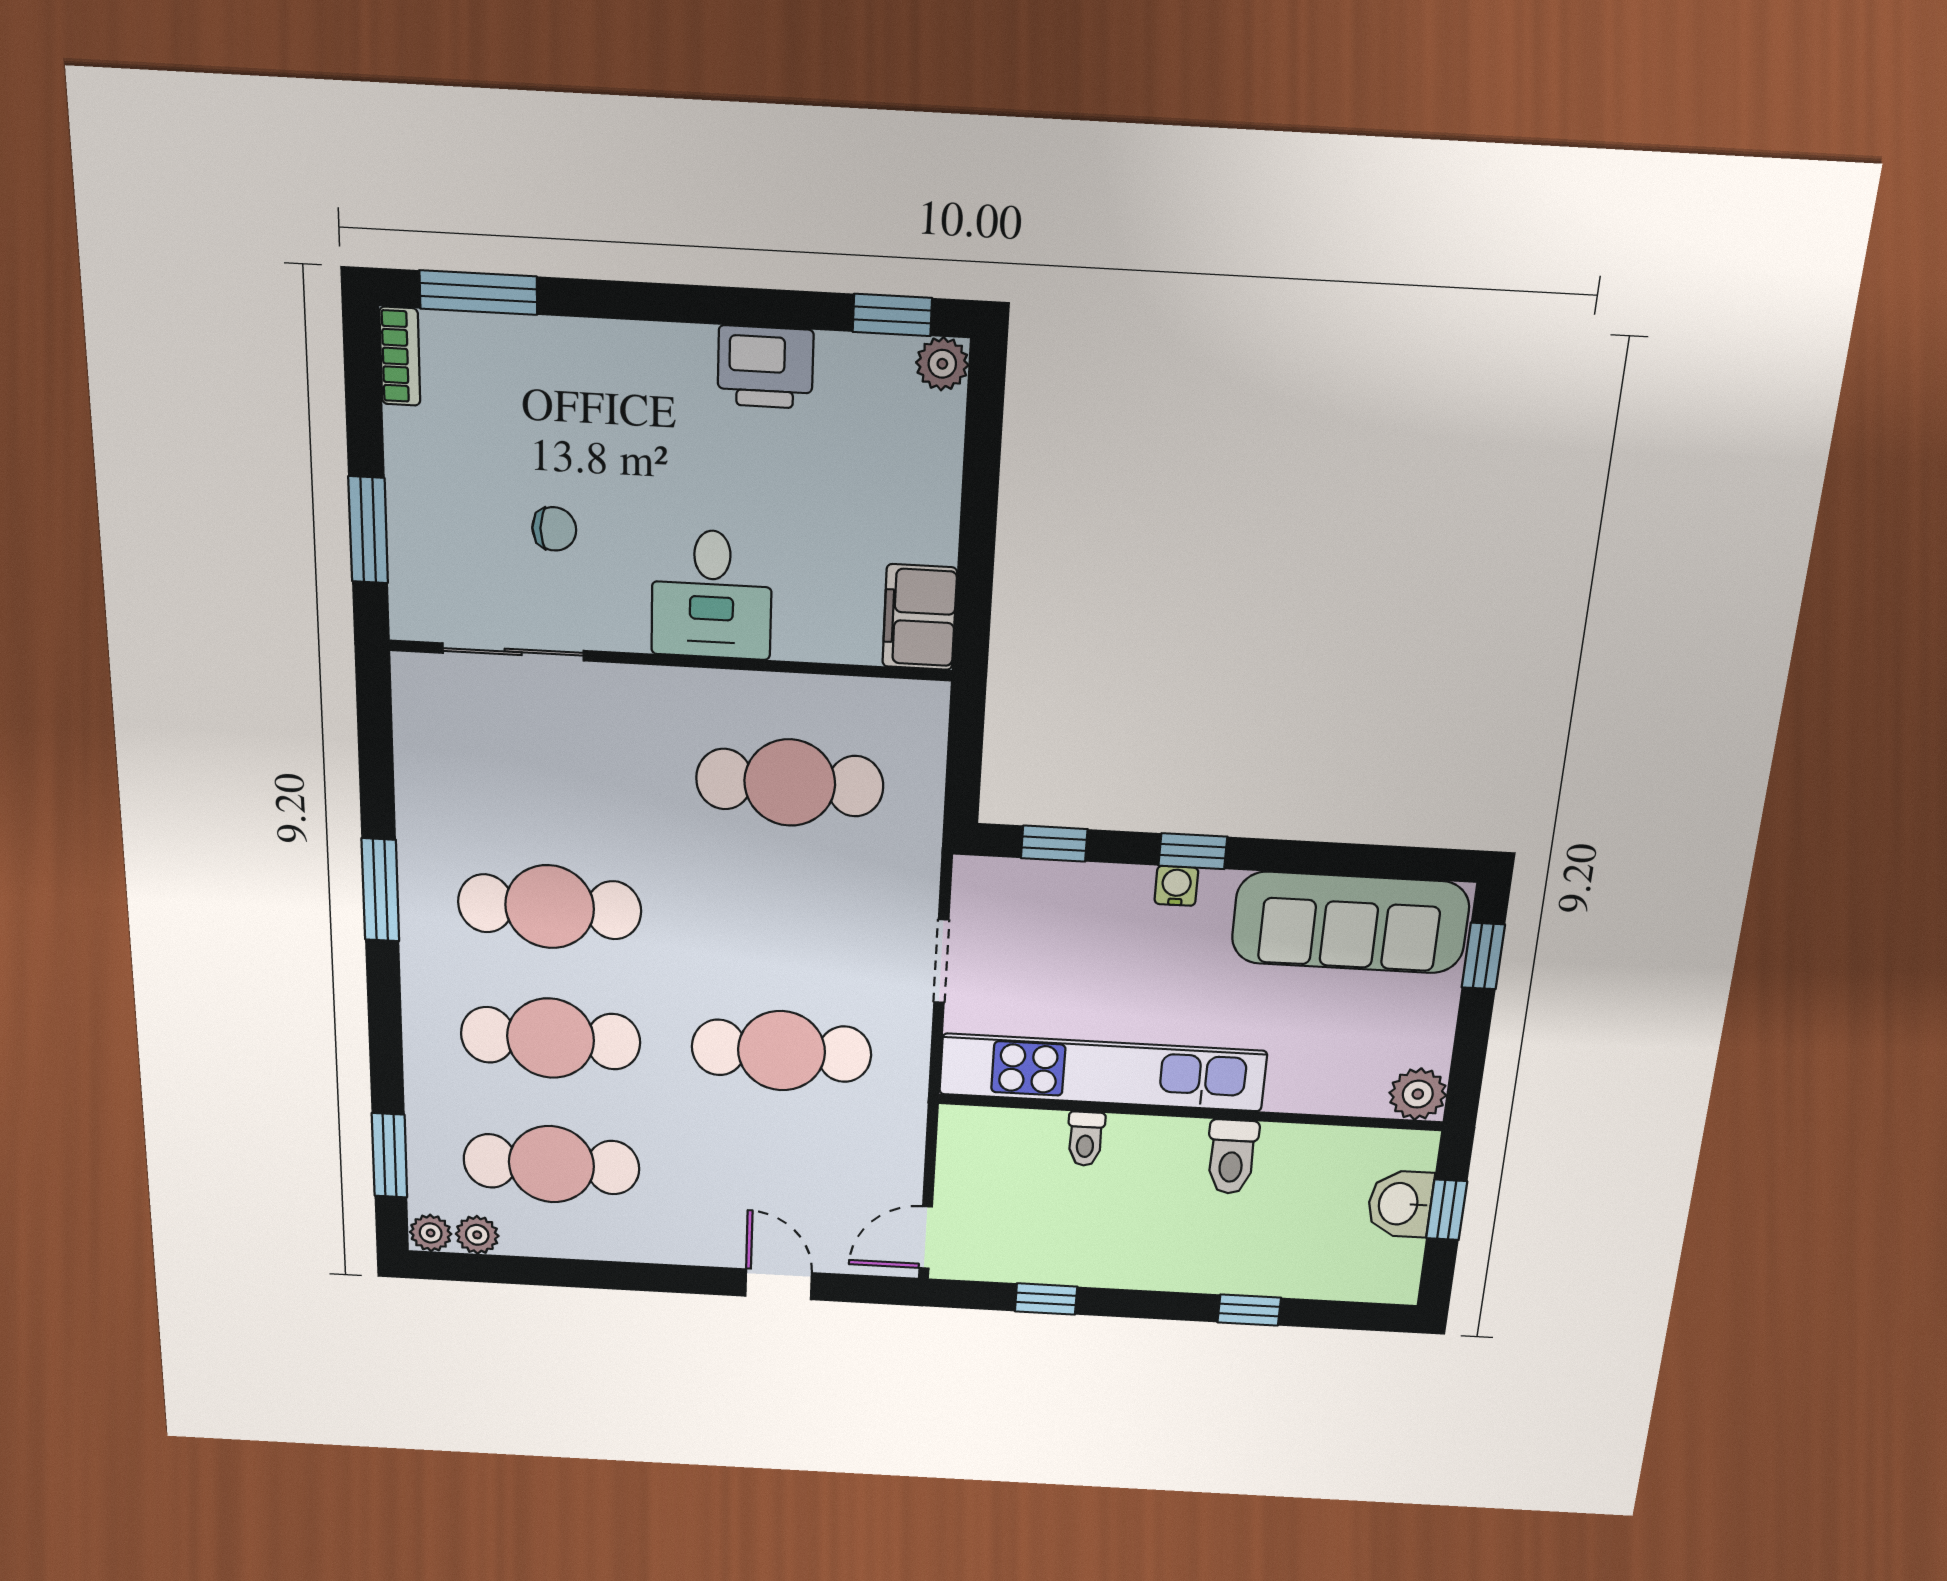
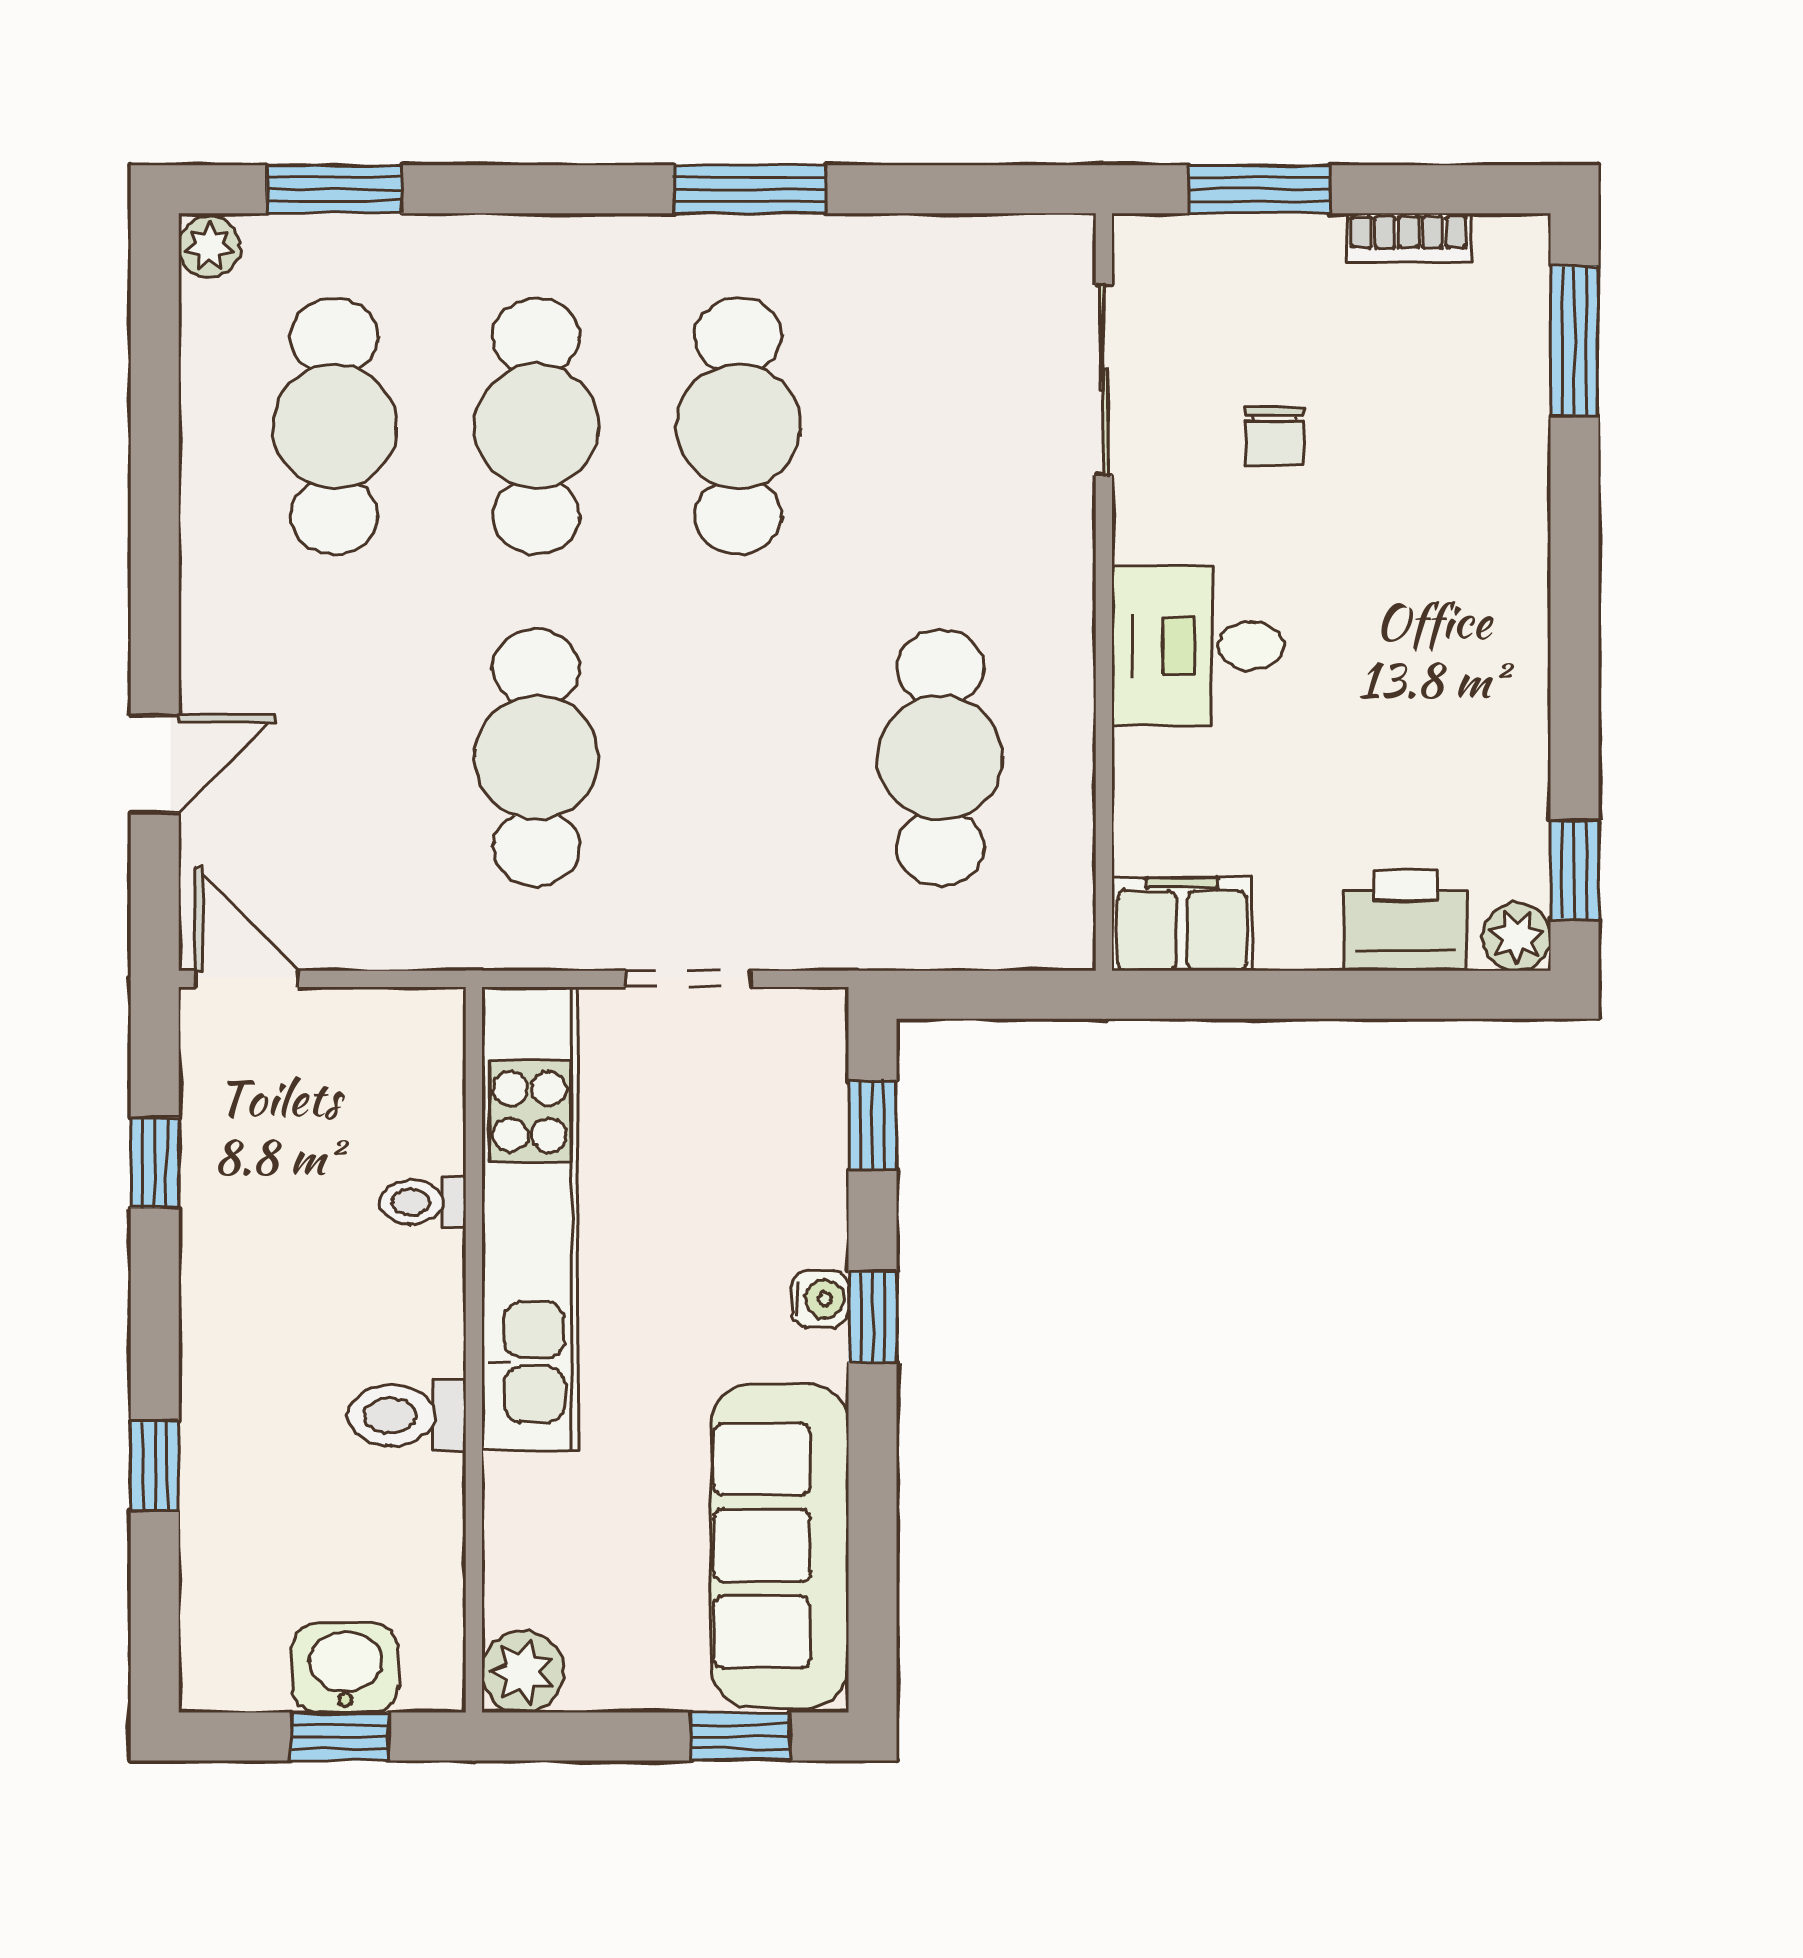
bookcase: (400, 356) -> (1409, 238), moved
printer: (765, 367) -> (1406, 920), moved, turned 90
plant: (477, 1235) -> (211, 316), removed

